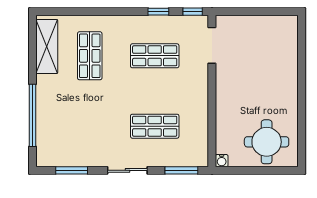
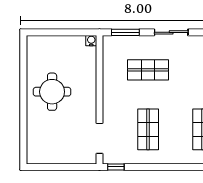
window: (158, 12) -> (145, 167), removed
shop shelf: (155, 56) -> (148, 129), turned 90
round table: (267, 142) -> (52, 92), moved

